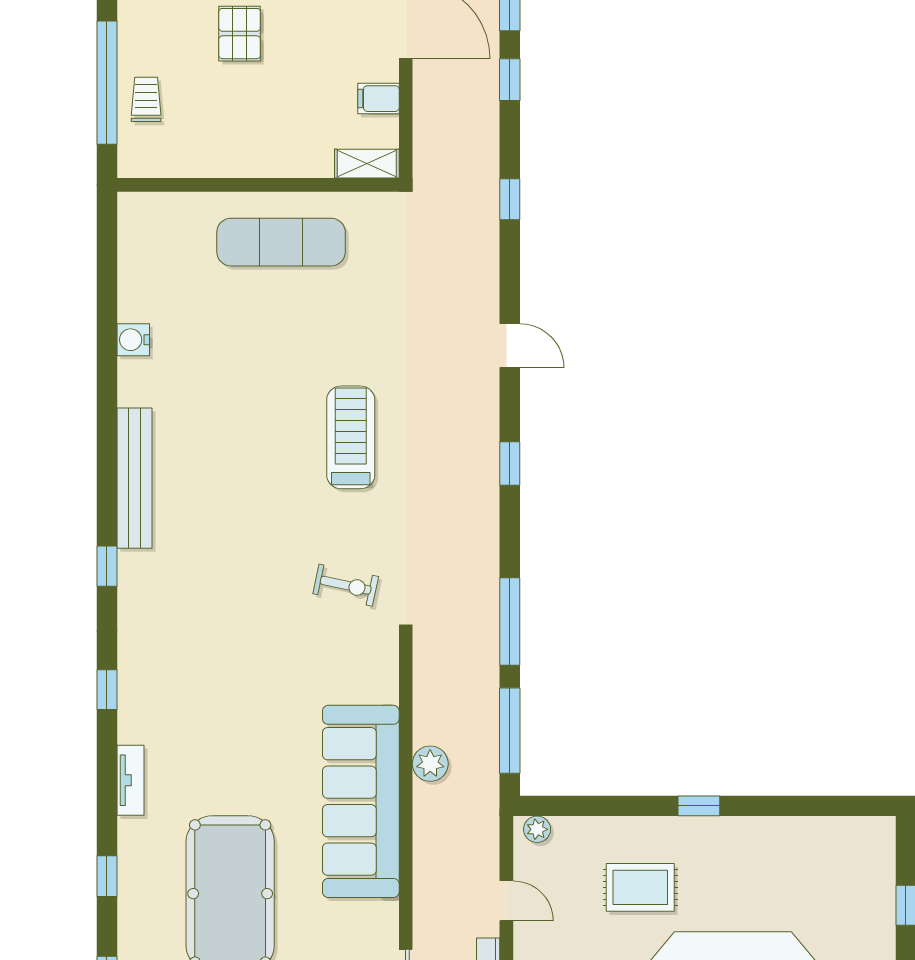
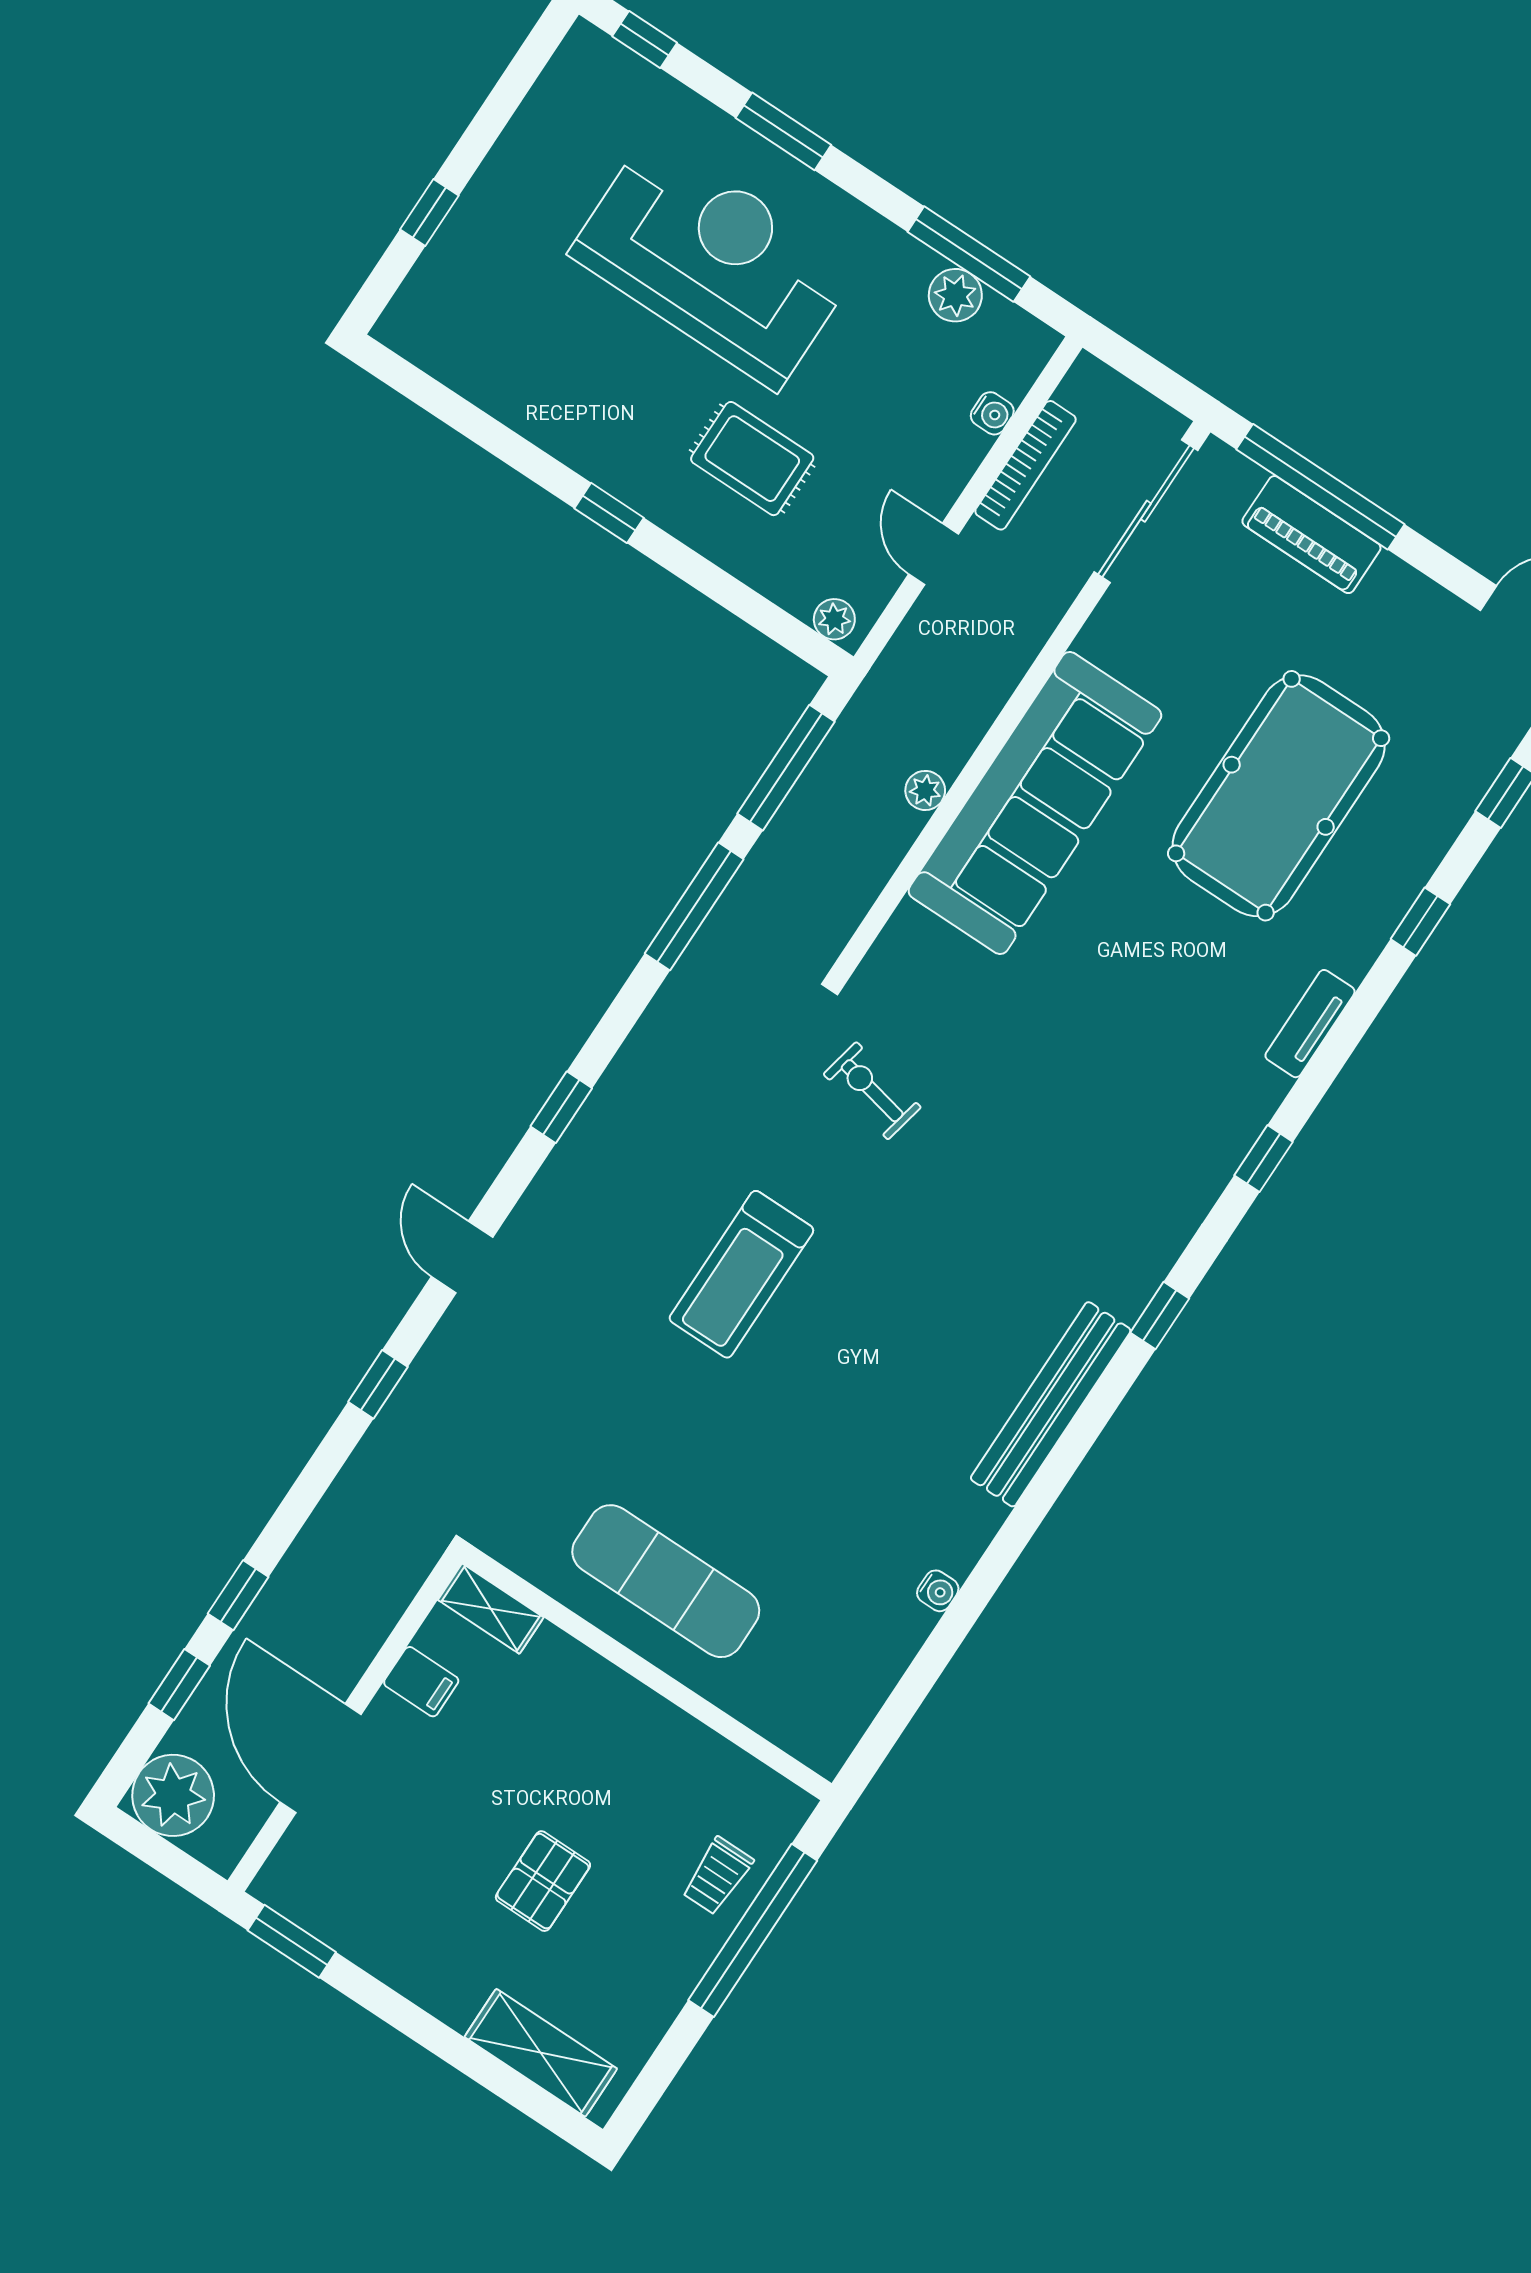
window: (510, 199) -> (378, 1384), moved
water cooler: (133, 340) -> (938, 1591), width x0.72, depth x0.72
plant: (430, 764) -> (925, 790), width x0.73, depth x0.73

